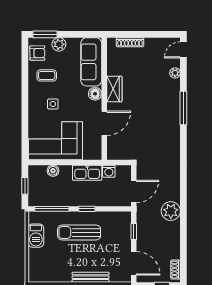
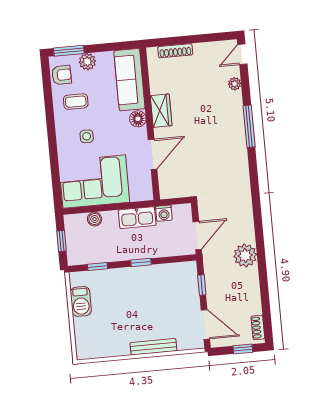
window: (52, 209) -> (98, 267), width x0.46
sun lounger: (79, 233) -> (134, 293), removed

